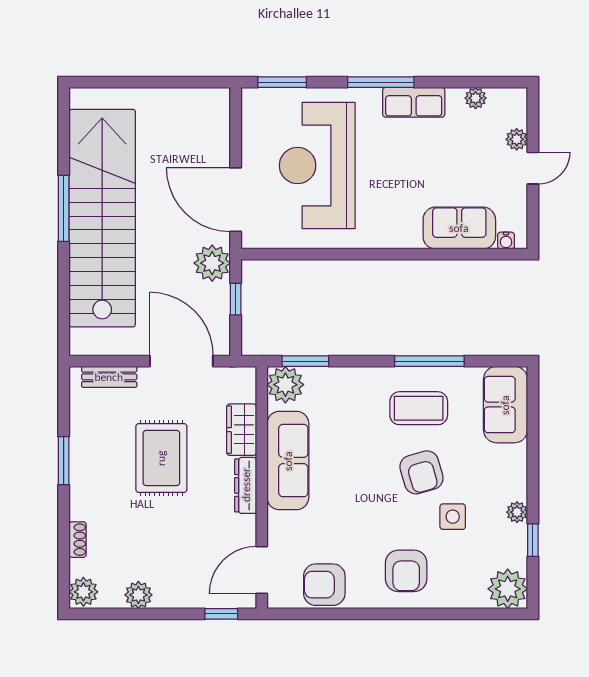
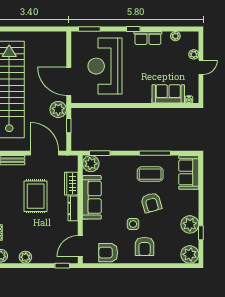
window: (381, 82) -> (133, 29), width x0.46
plant: (517, 512) -> (190, 224), width x1.88, depth x1.88
side table: (453, 517) -> (133, 224), moved

